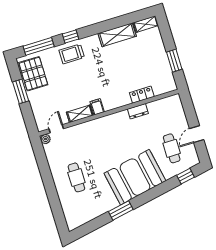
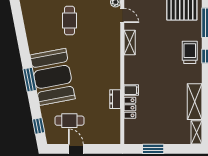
filing cabinet: (97, 107) -> (131, 90), moved
cafe table: (76, 177) -> (69, 20), turned 90
window: (121, 211) -> (30, 80), moved

